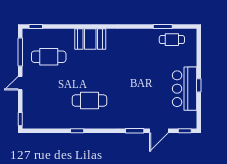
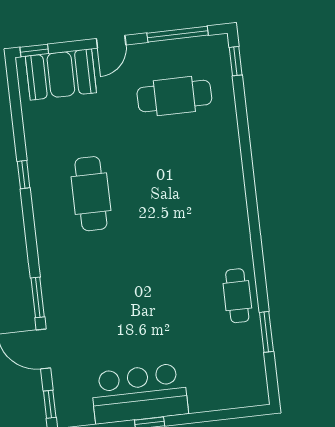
booth: (90, 39) -> (61, 74), moved, turned 90
cafe table: (172, 40) -> (237, 296), moved
cafe table: (49, 57) -> (174, 96), turned 90
door: (20, 83) -> (111, 42), swing flipped

